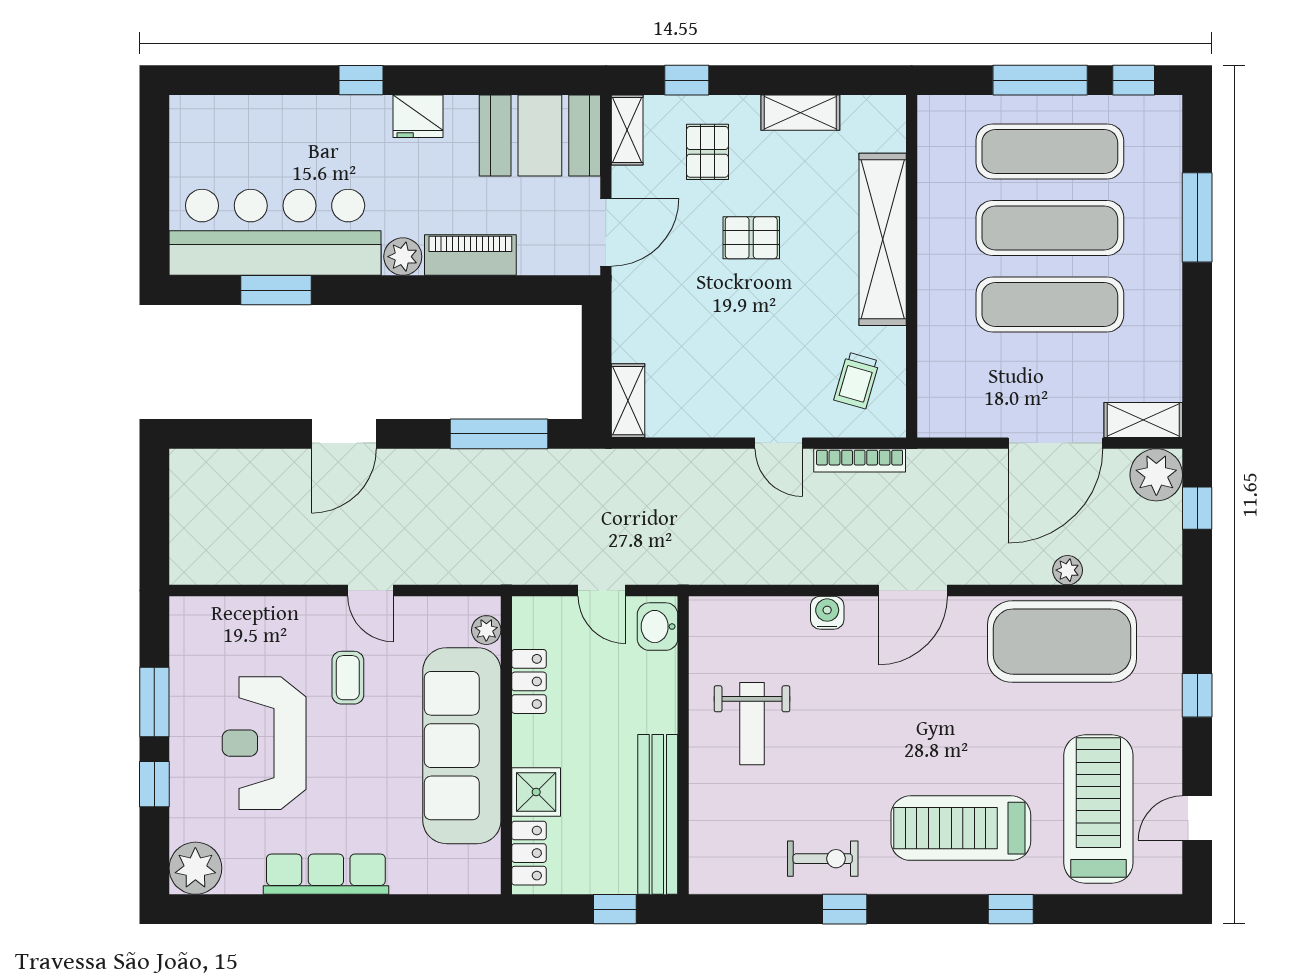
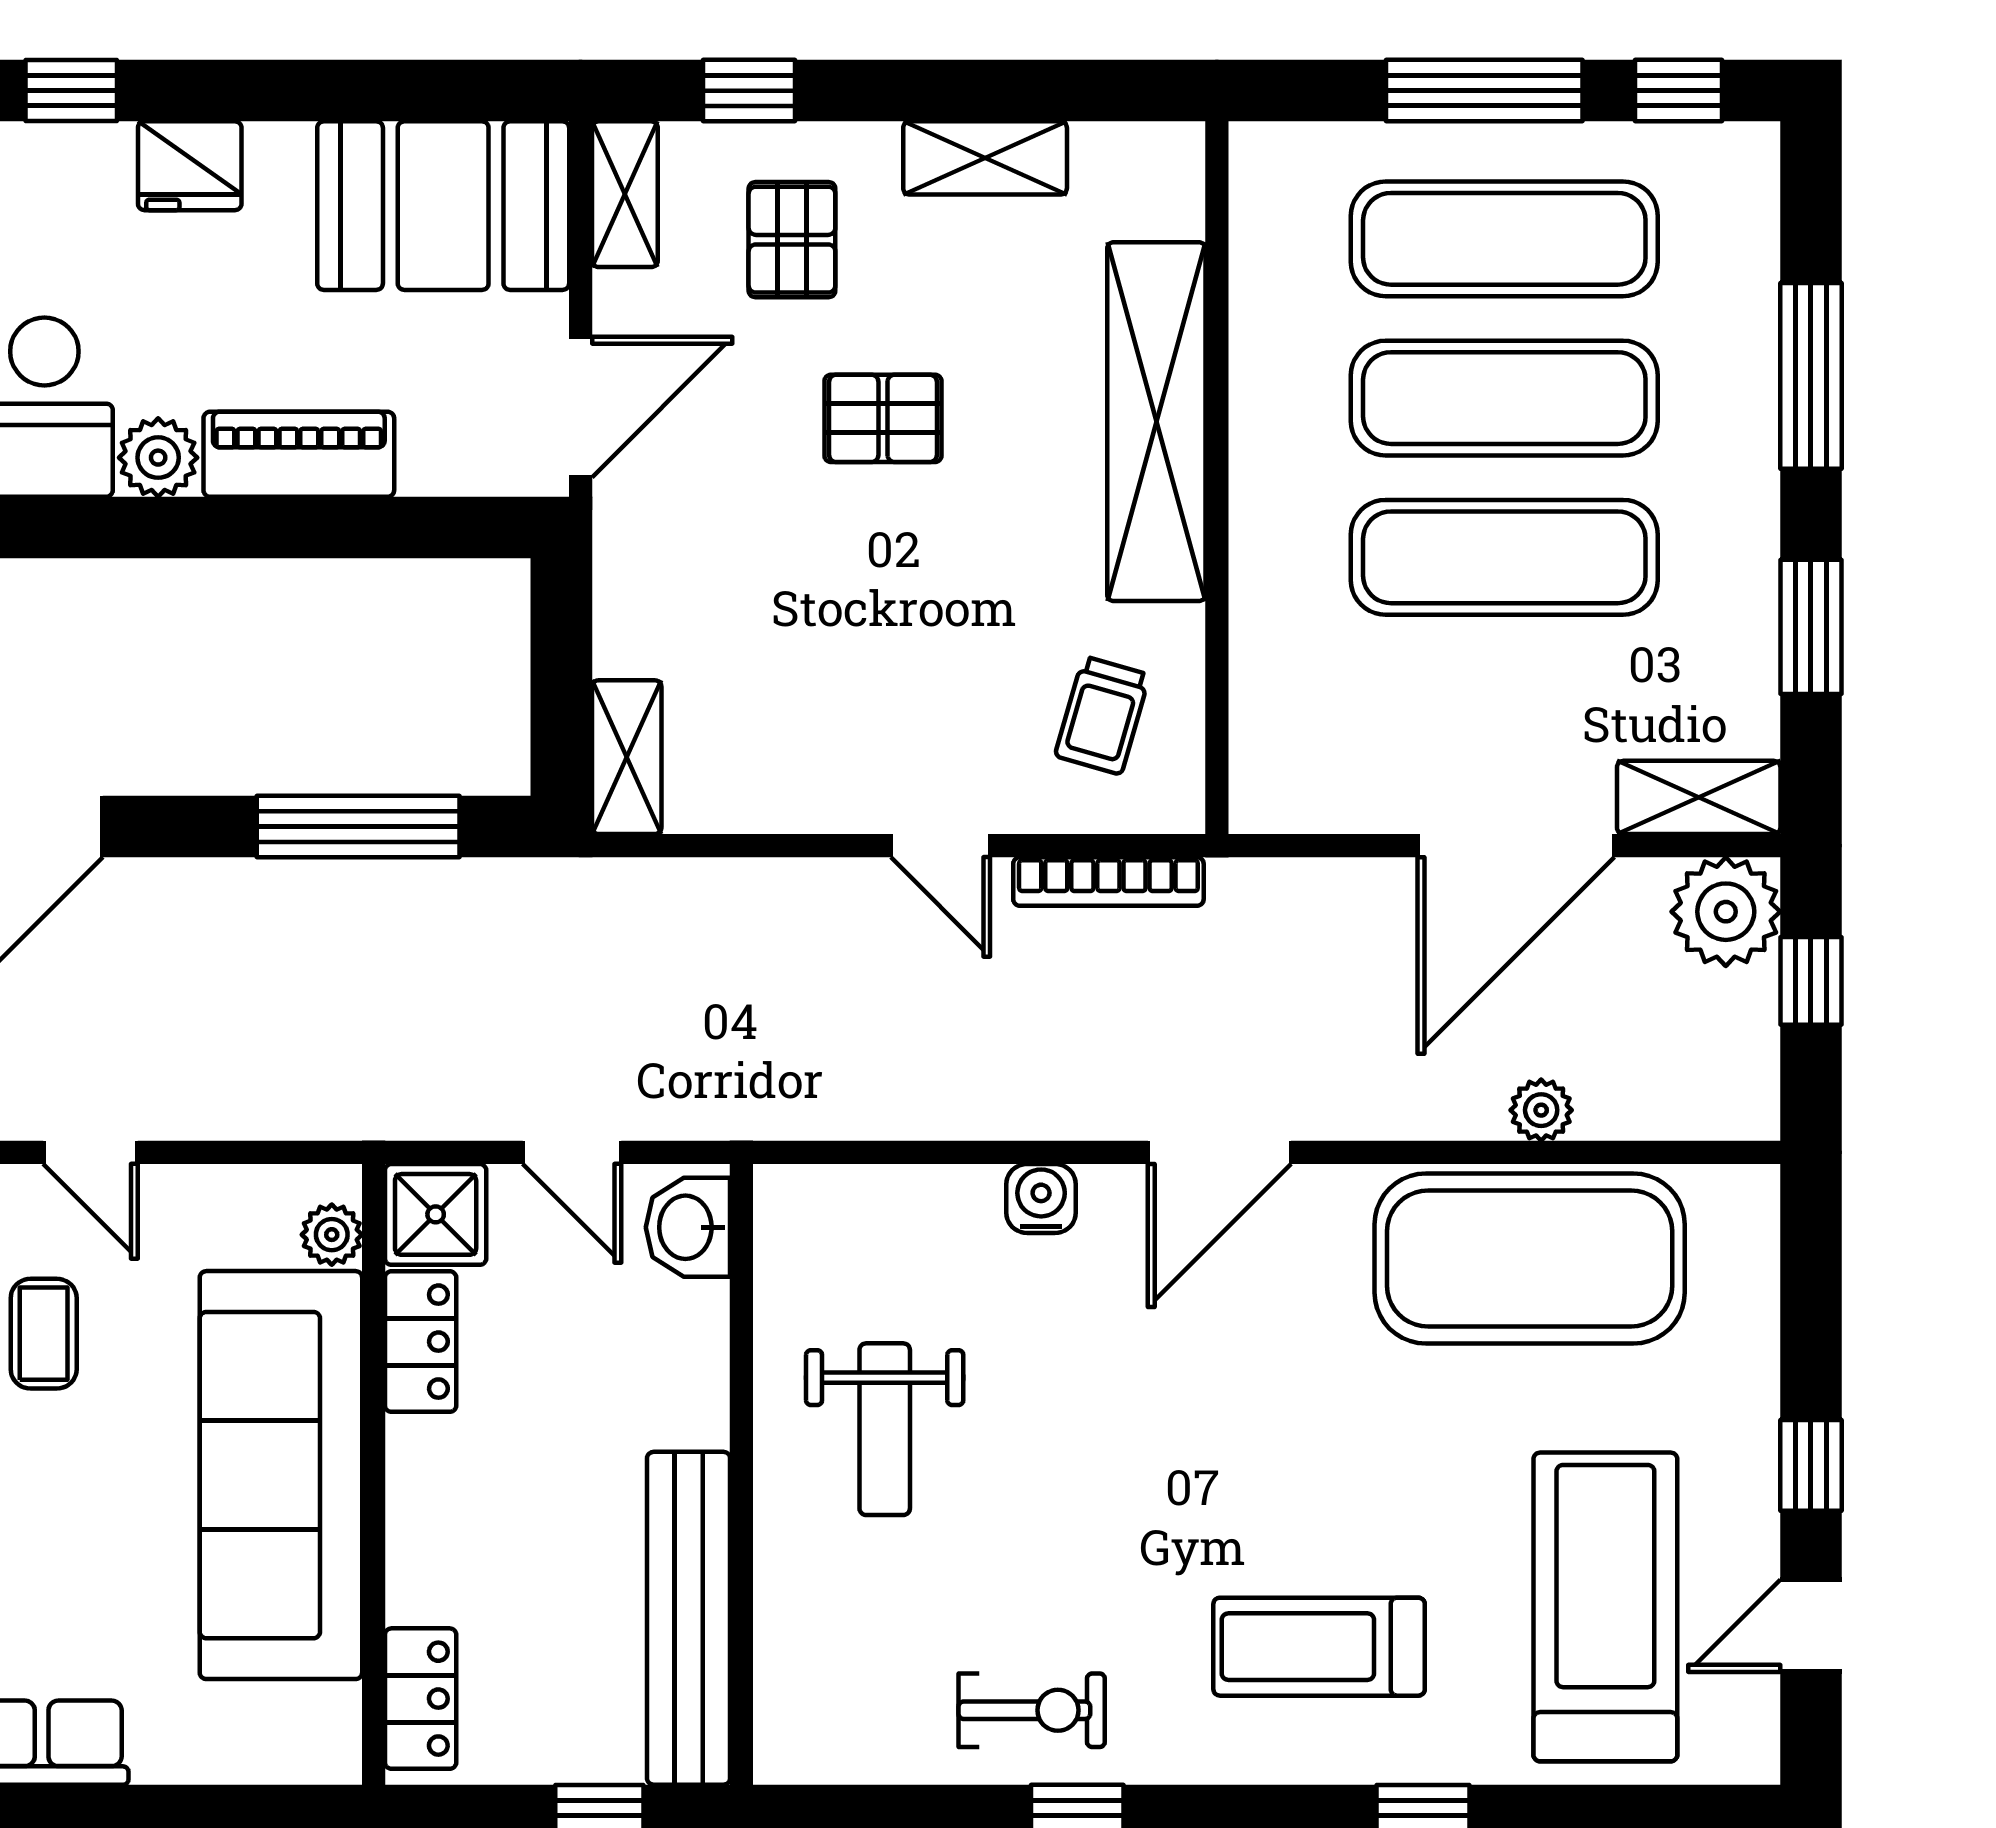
window: (1197, 338) -> (1811, 627), added
window: (1197, 695) -> (1811, 1465), moved
shower: (536, 792) -> (436, 1214), moved
treadmill: (961, 828) -> (1319, 1647), width x0.73, depth x0.73

